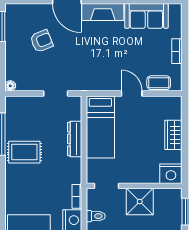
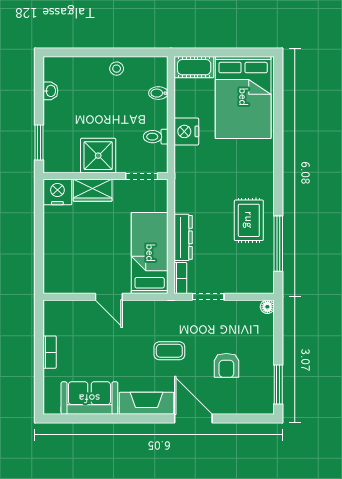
armchair: (42, 41) -> (226, 365), turned -68
coffee table: (159, 83) -> (169, 351), moved
wardrobe: (173, 135) -> (93, 190), moved, turned 90
rug: (24, 152) -> (249, 220), turned 90
bookcase: (77, 196) -> (180, 278), moved

